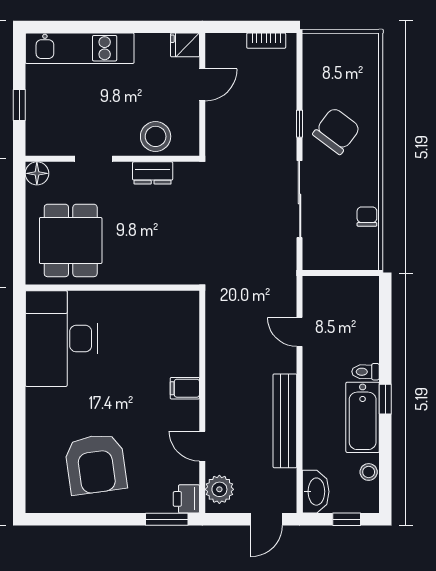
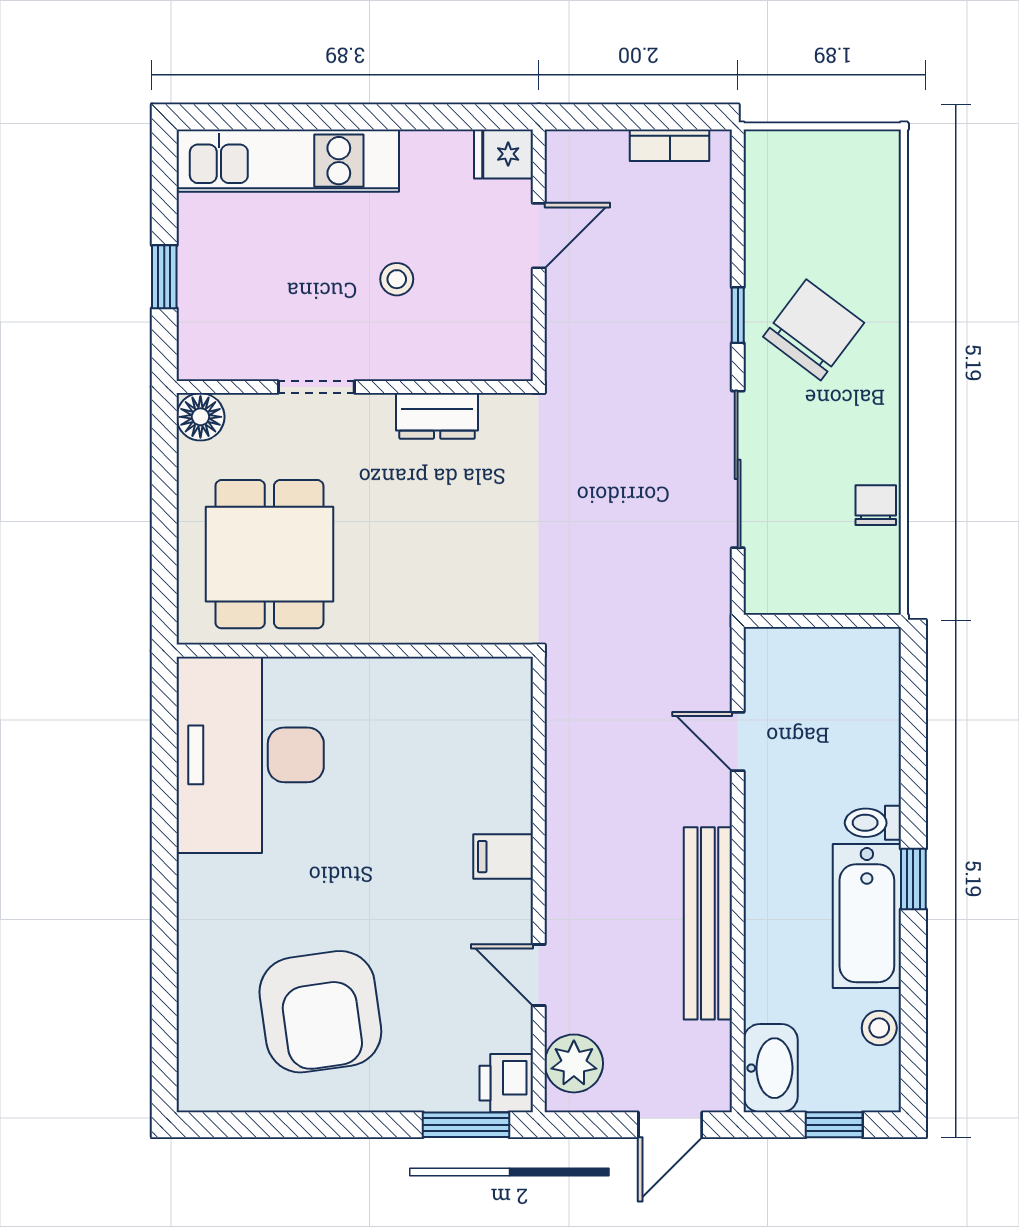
stool: (156, 136) -> (397, 279), moved, width x0.53, depth x0.53

